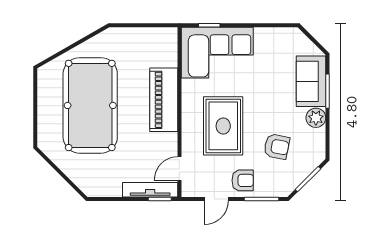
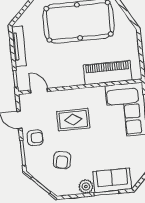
piano: (164, 100) -> (108, 72), moved
rug: (223, 126) -> (73, 120), width x0.73, depth x0.70
armchair: (243, 180) -> (35, 138), turned -90
tv unit: (150, 190) -> (19, 46), moved

